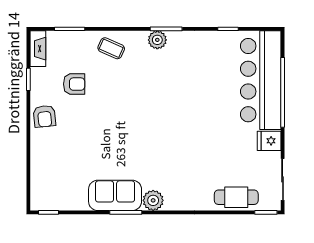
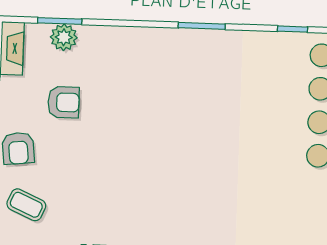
plant: (157, 40) -> (64, 37), moved
coffee table: (111, 48) -> (26, 205), moved

